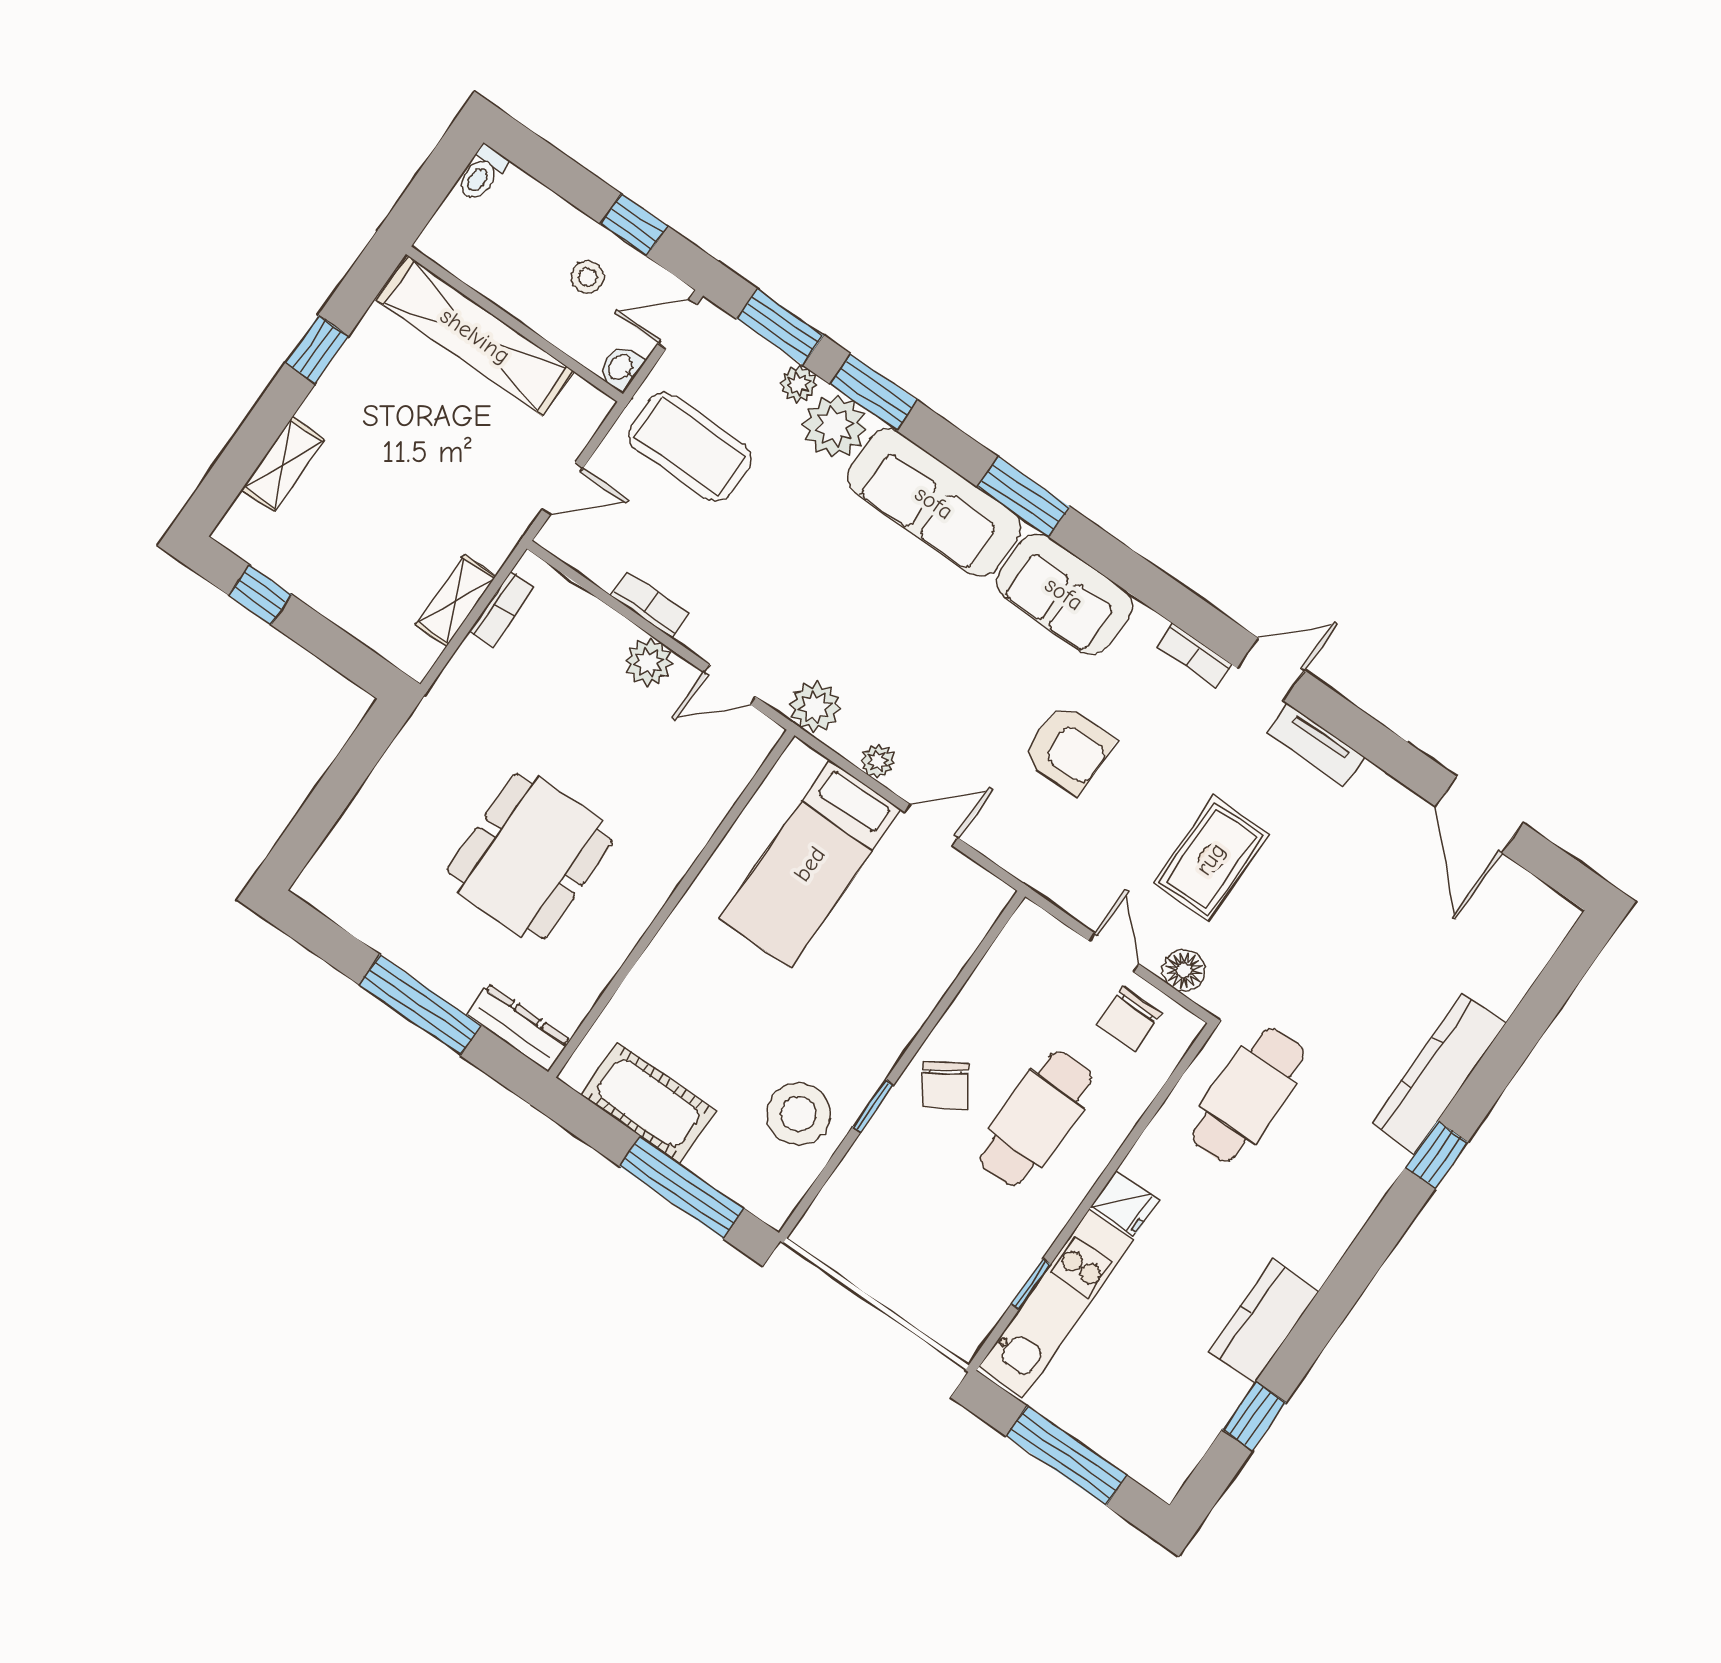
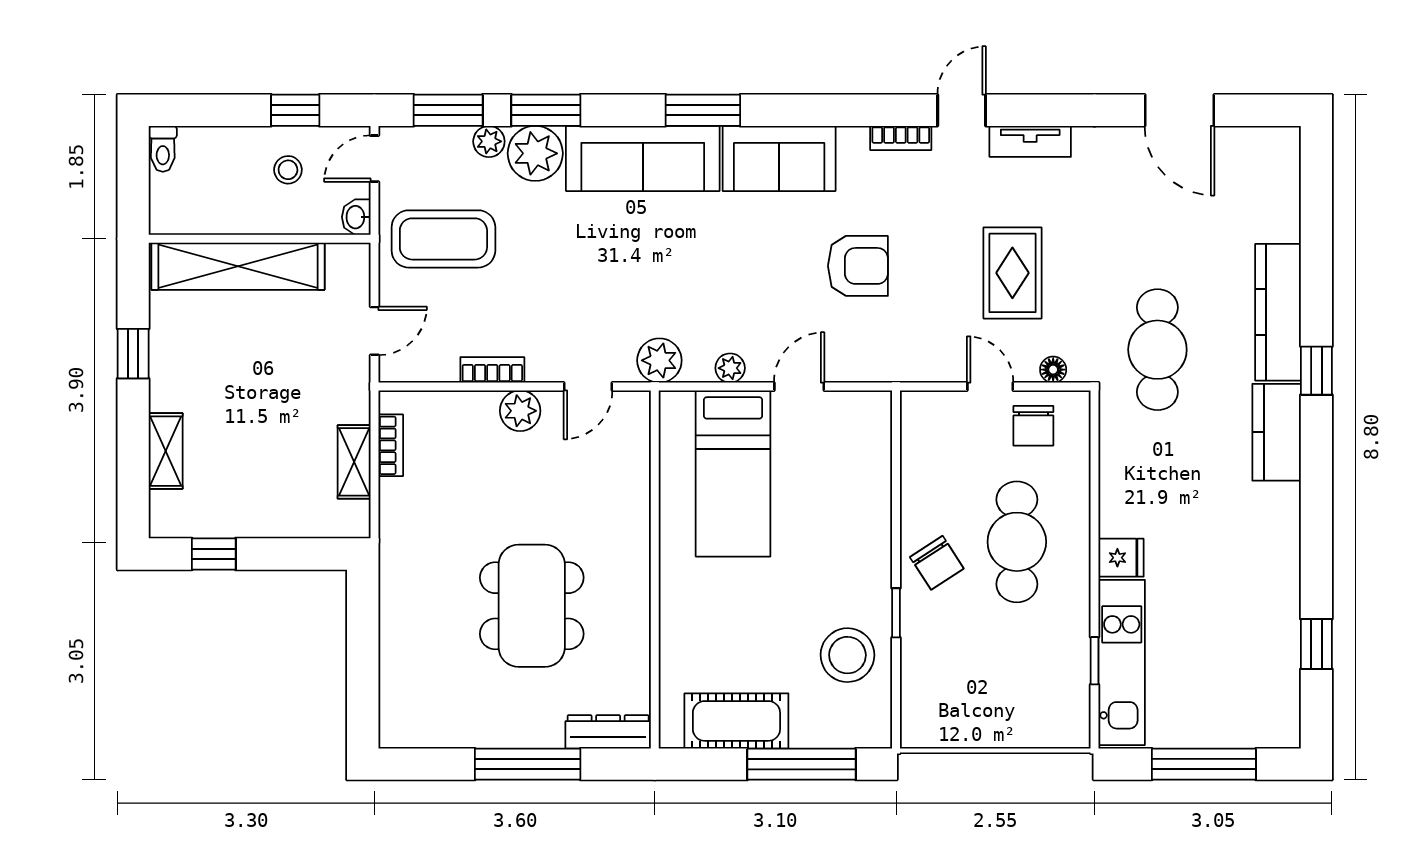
floor lamp: (1184, 970) -> (1053, 370), width x0.73, depth x0.73
cafe table: (1248, 1095) -> (1157, 350), moved
kitchen counter: (1263, 1322) -> (1277, 432), moved

